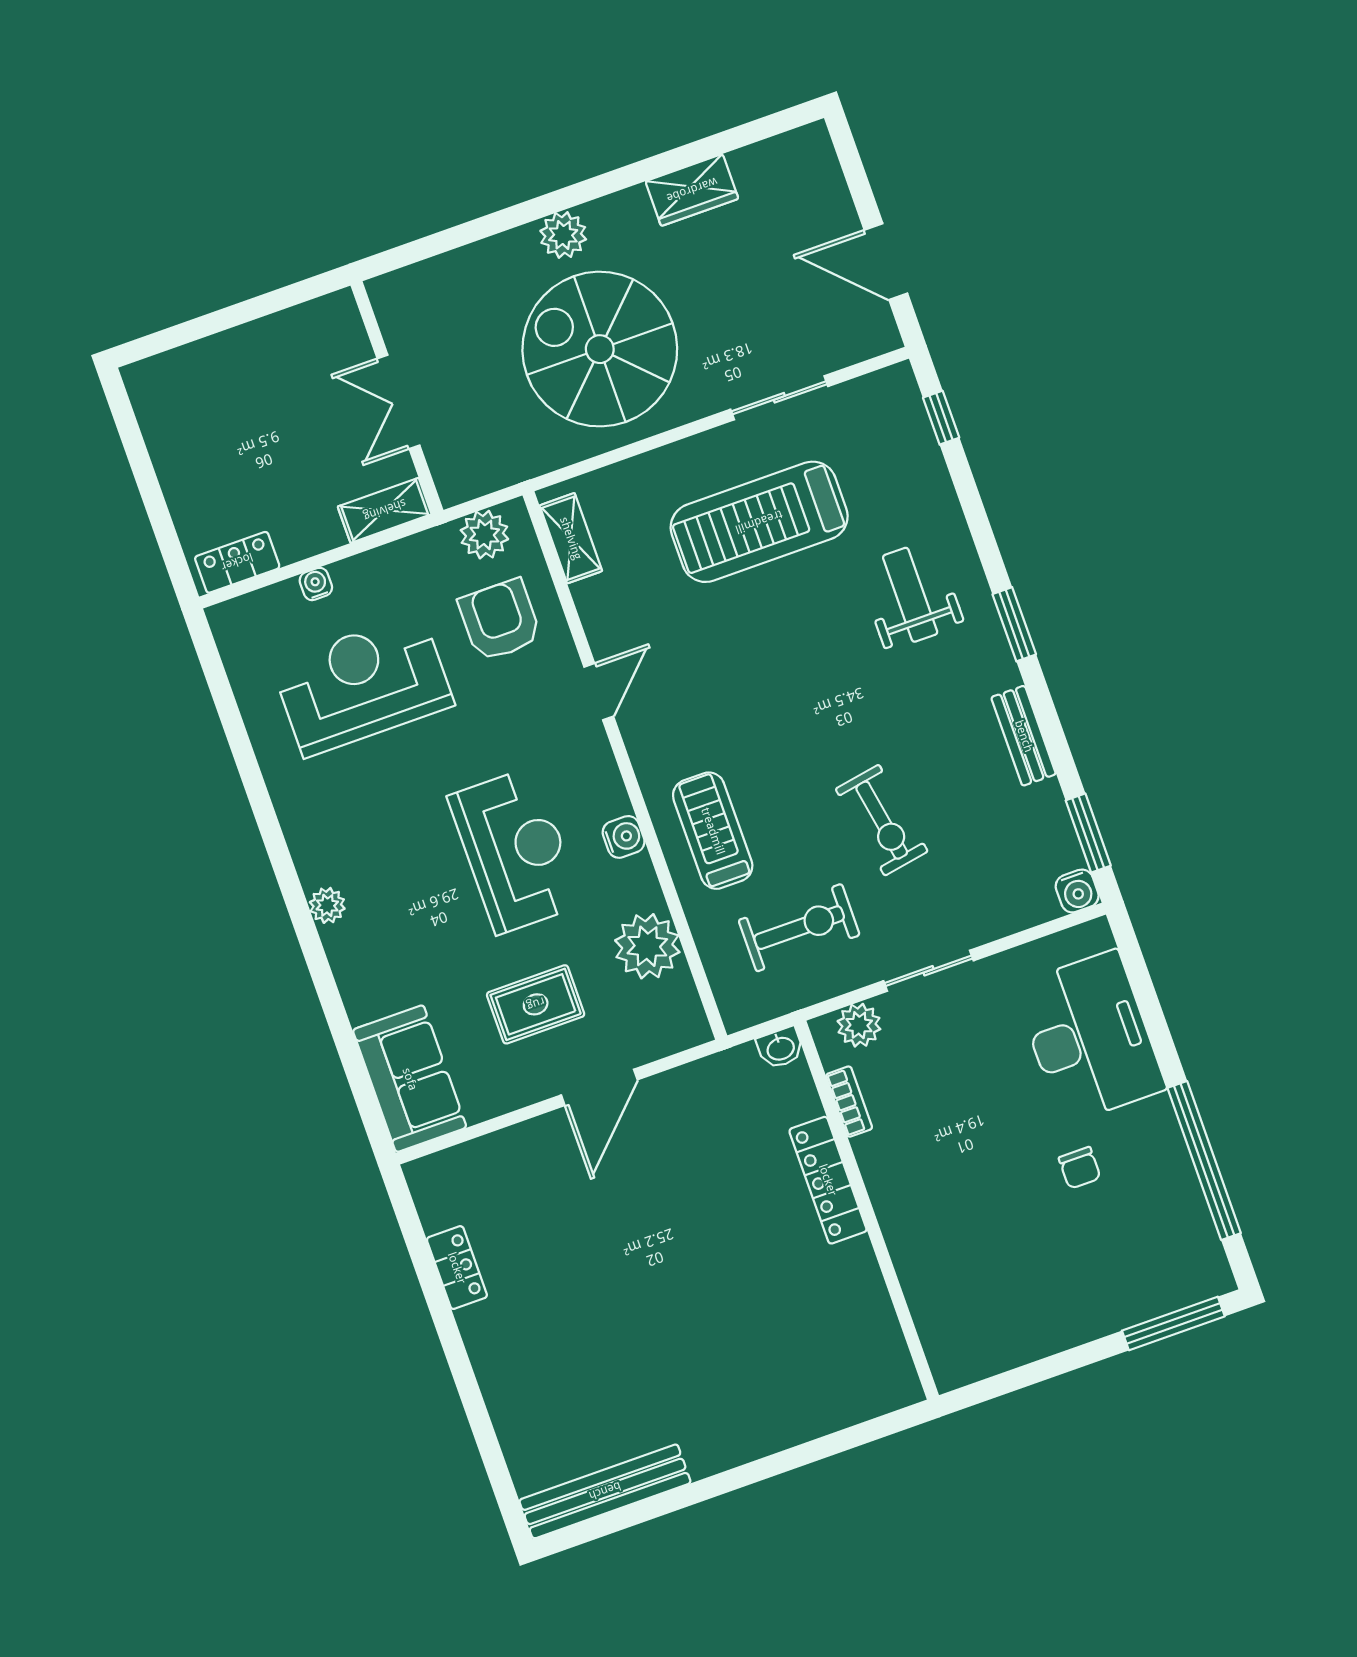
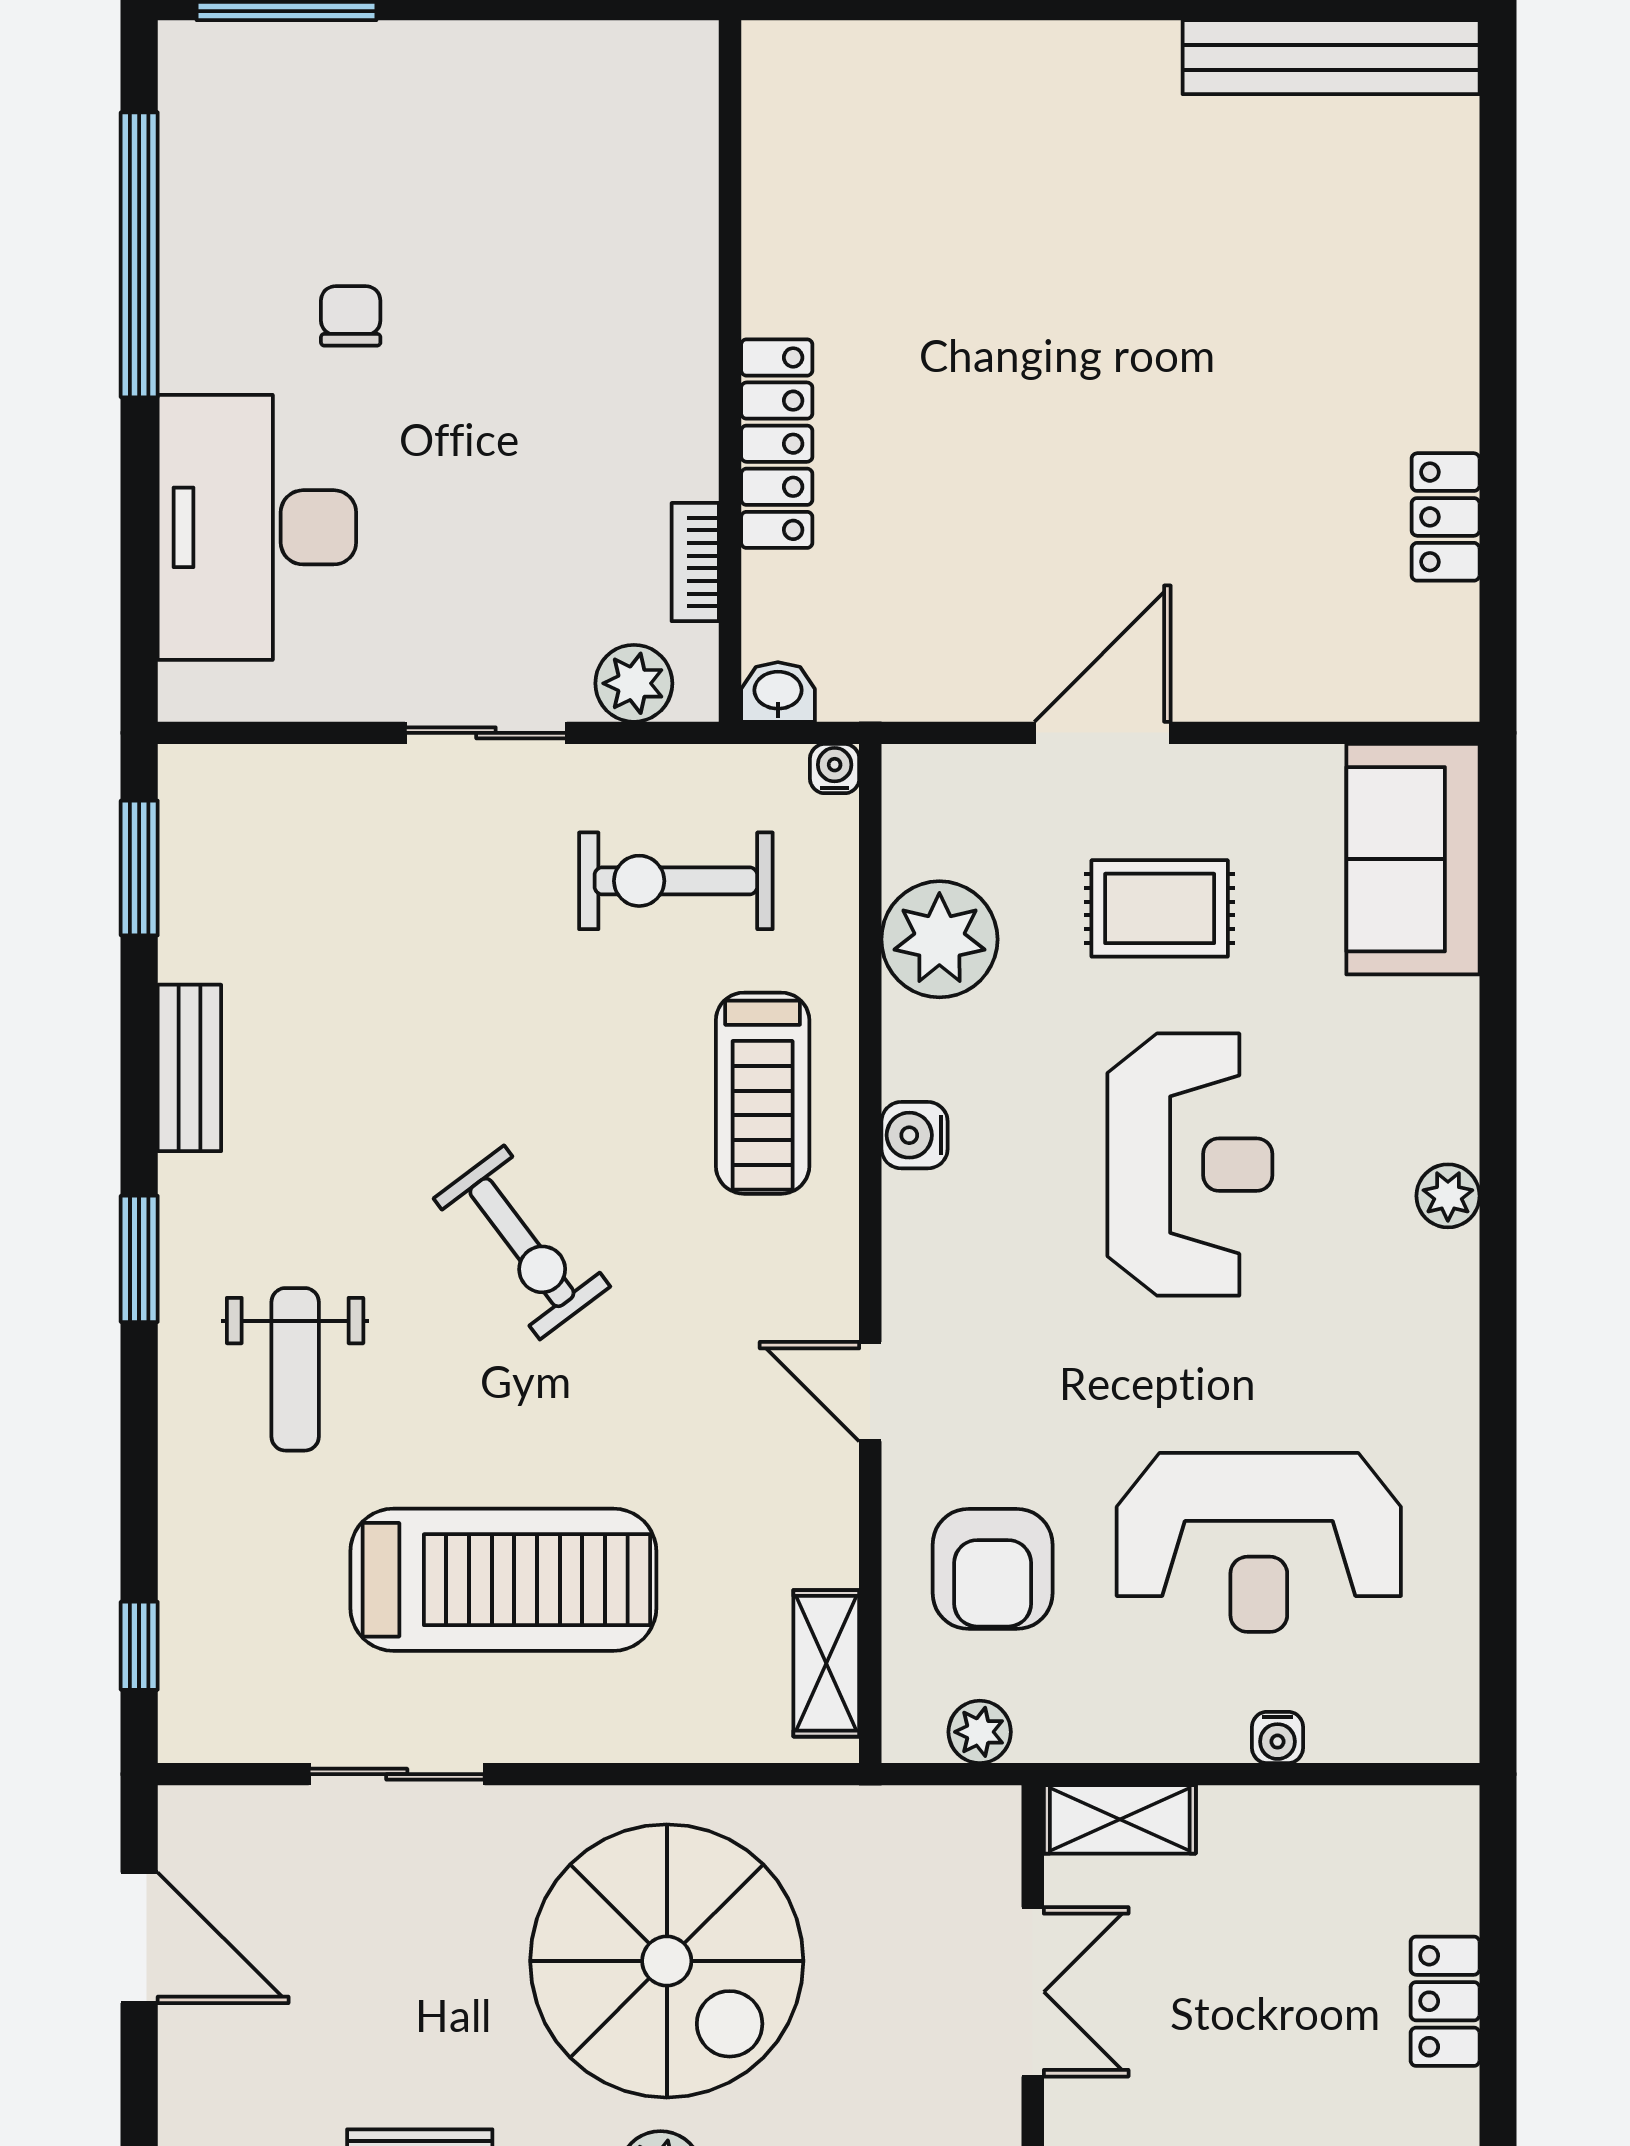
plant: (484, 535) -> (980, 1732), width x0.73, depth x0.73
locker: (237, 562) -> (1445, 2001), moved, turned 90
door: (599, 692) -> (870, 1392), hinge flipped
exercise bike: (882, 820) -> (522, 1242), moved, turned 153
reception desk: (515, 851) -> (1190, 1165), moved, turned 180
water cooler: (1077, 891) -> (835, 769), moved, width x0.72, depth x0.72

